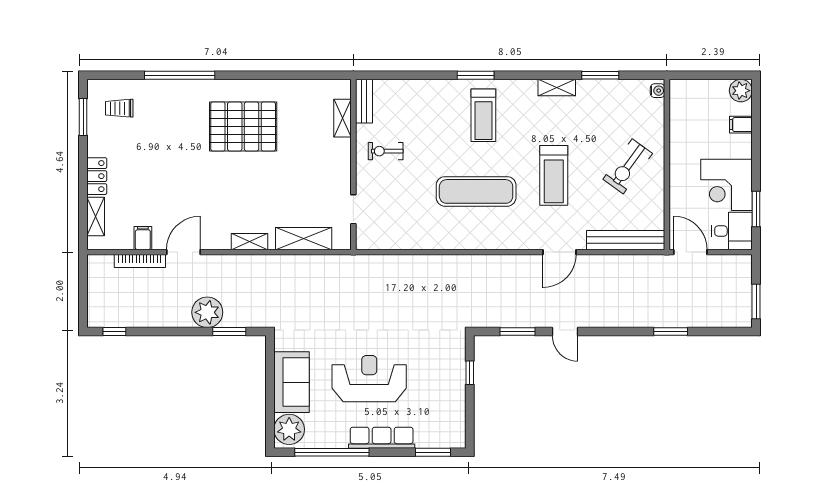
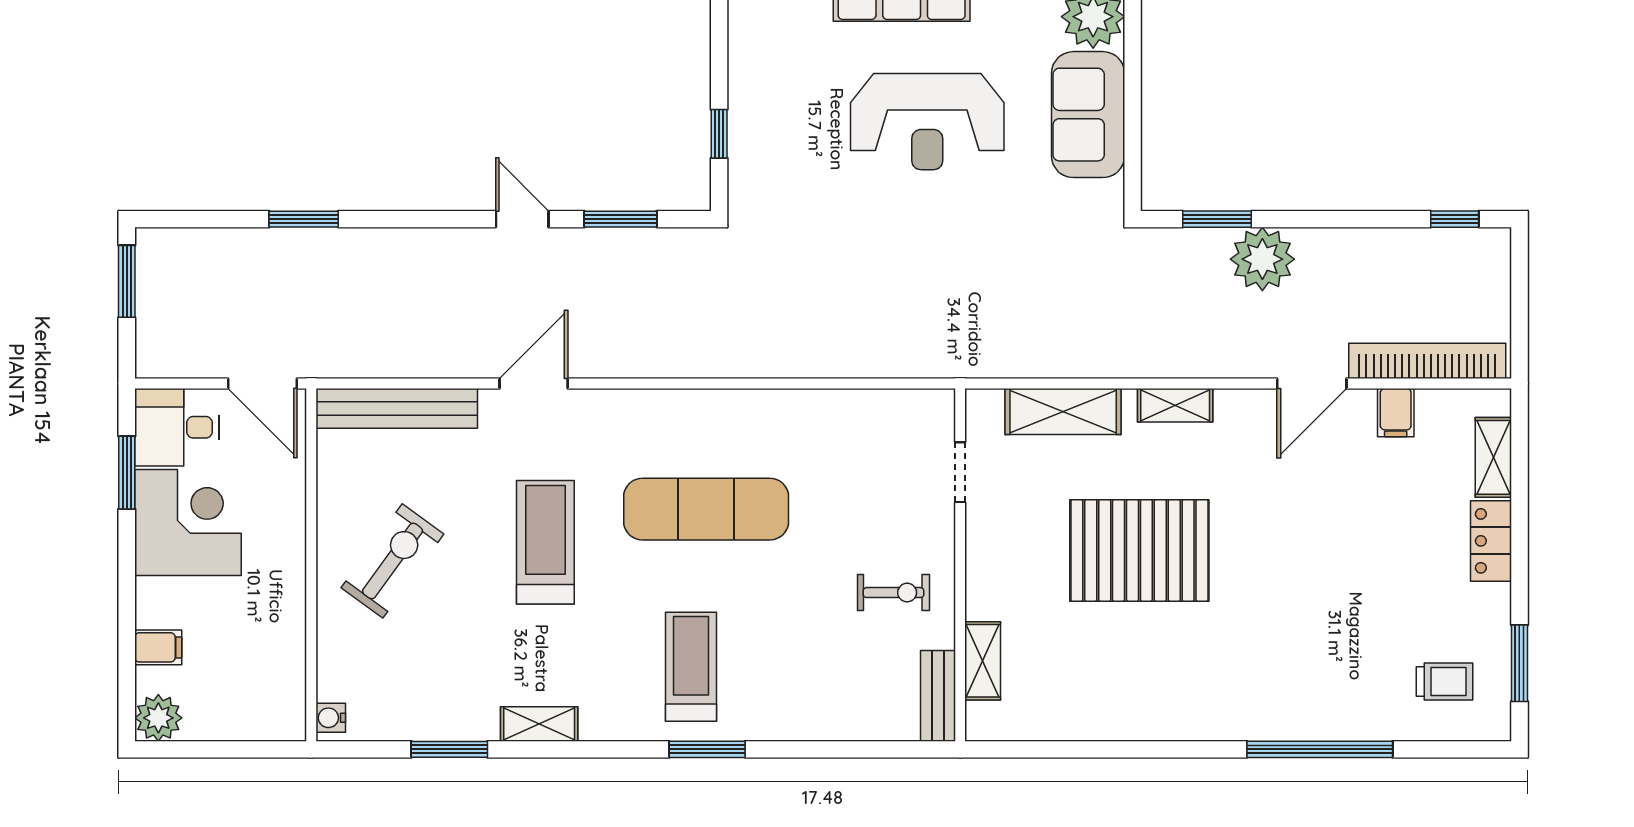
pallet: (243, 126) -> (1139, 550), moved
bookcase: (140, 261) -> (1427, 361), width x1.48, depth x1.31

